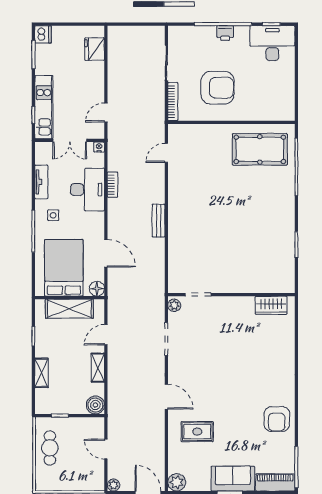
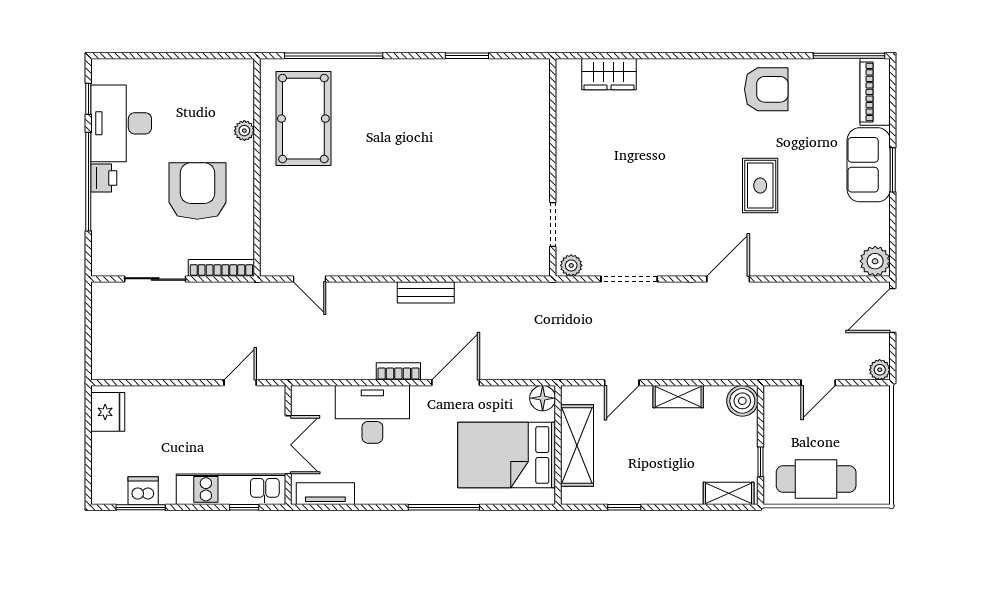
dishwasher: (43, 34) -> (143, 491), moved
desk: (272, 43) -> (121, 123), moved
fridge: (95, 49) -> (108, 412), moved, turned -90
door: (106, 112) -> (240, 383), swing flipped
plant: (253, 115) -> (244, 131), added
nightstand: (99, 147) -> (299, 395), removed
tv unit: (41, 182) -> (325, 494), moved
bookcase: (113, 185) -> (398, 371), moved
side table: (53, 215) -> (417, 473), removed
door: (106, 253) -> (456, 383), moved
wardrobe: (271, 305) -> (609, 74), moved, turned 90
door: (106, 335) -> (622, 383), hinge flipped
shelving: (41, 373) -> (729, 493), moved
rug: (197, 432) -> (760, 186), moved
cafe table: (50, 448) -> (816, 479), width x1.37, depth x1.35

